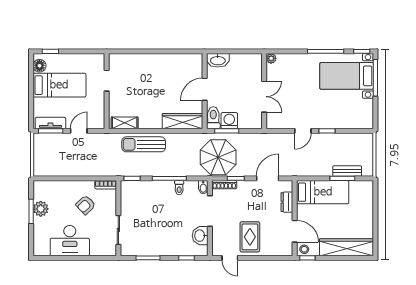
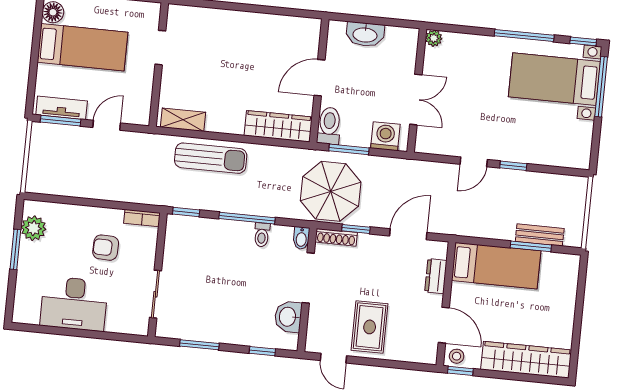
washbasin: (218, 60) -> (365, 34), moved
washing machine: (229, 121) -> (385, 136), moved
sun lounger: (144, 144) -> (211, 158), turned 180
armchair: (86, 205) -> (106, 248), turned 46
plant: (41, 209) -> (33, 228), moved

